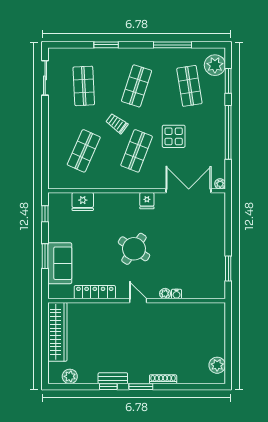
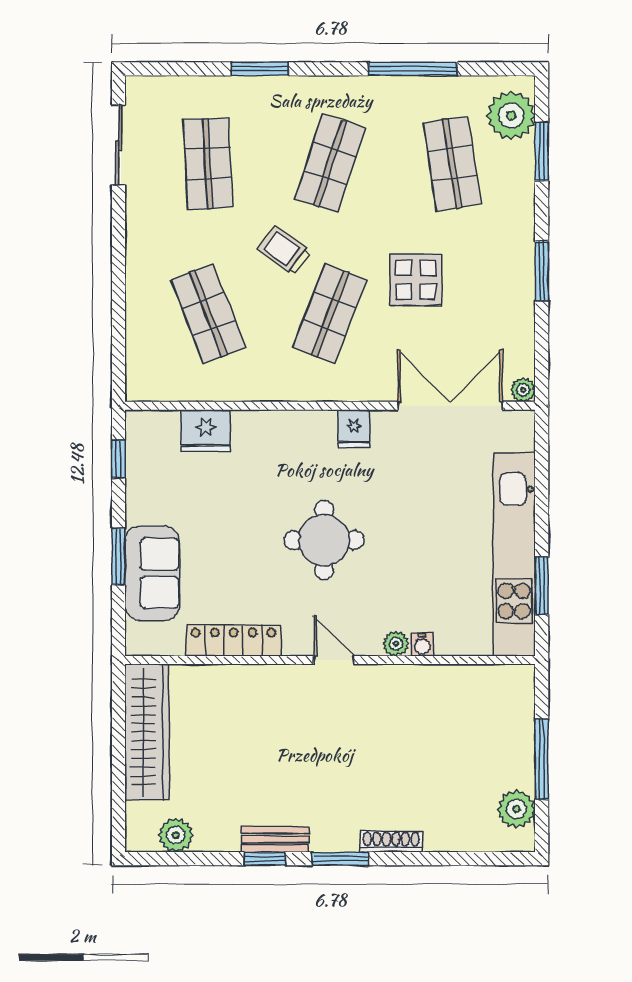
window: (228, 132) -> (542, 271), width x0.47
shop shelf: (84, 151) -> (208, 314), turned -45
round table: (134, 249) -> (324, 540), turned -34
kitchen unit: (216, 255) -> (514, 554), added
window: (228, 344) -> (542, 759), added

